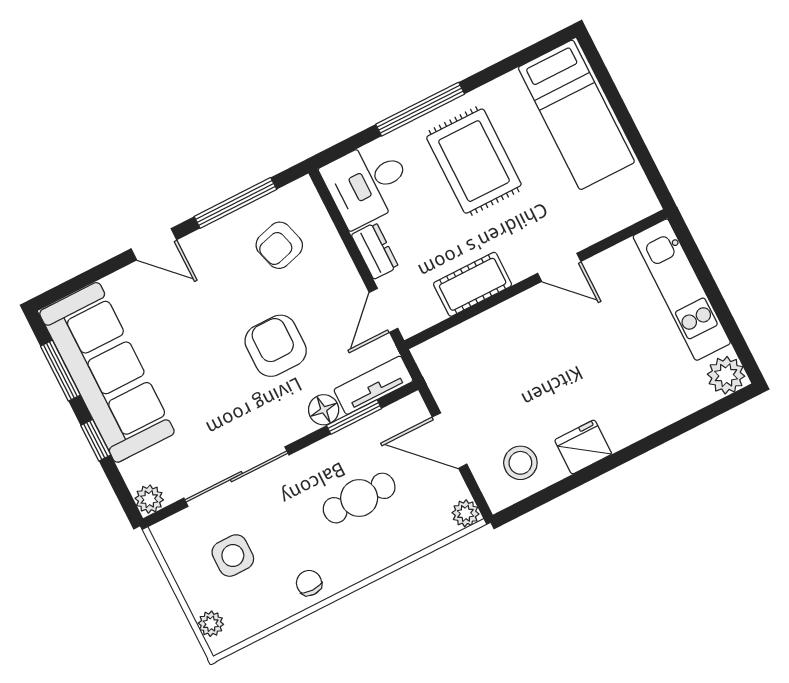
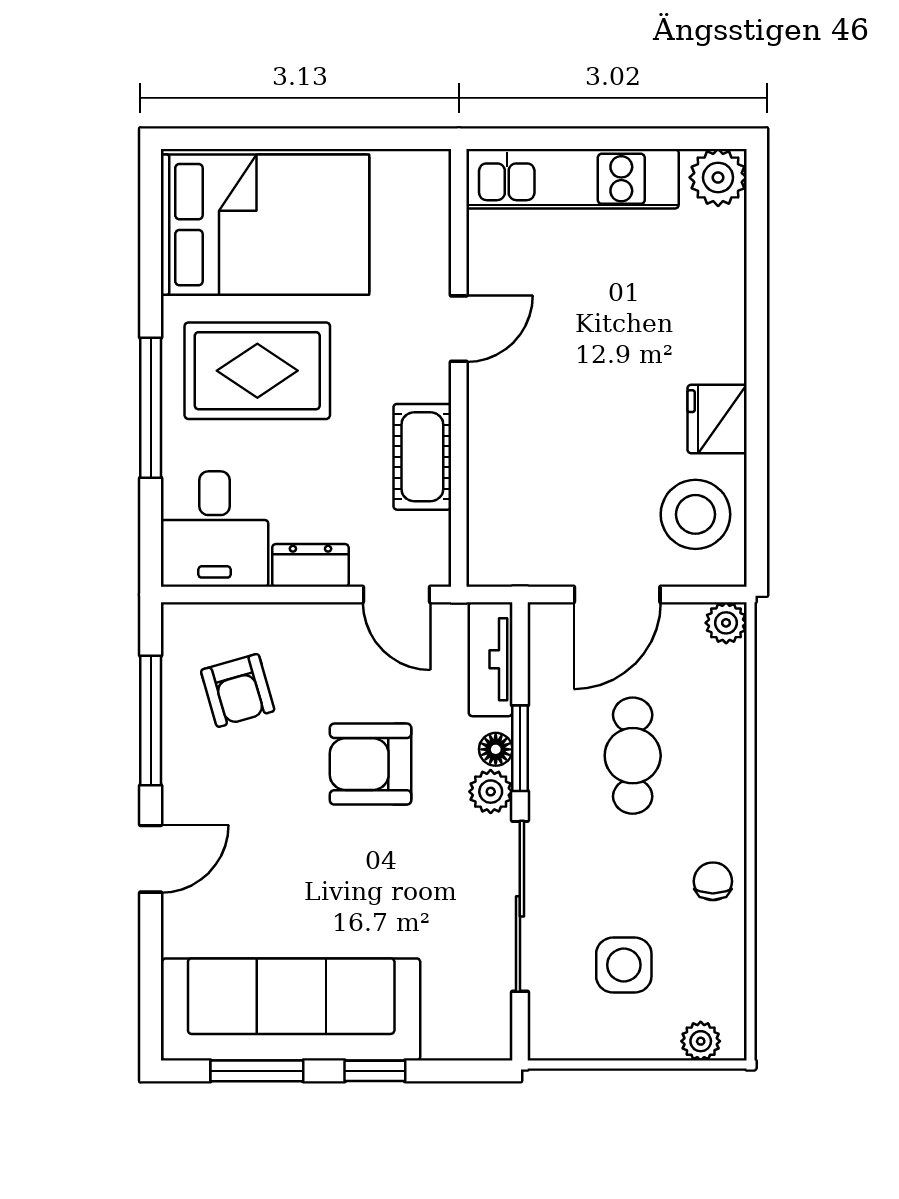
bed: (576, 115) -> (265, 225), width x1.50
floor lamp: (324, 410) -> (496, 749), width x0.73, depth x0.73
window: (354, 417) -> (520, 748), moved
stool: (520, 463) -> (695, 514), width x1.38, depth x1.38
plant: (149, 499) -> (491, 792), moved
chair: (309, 583) -> (713, 881), turned 90

